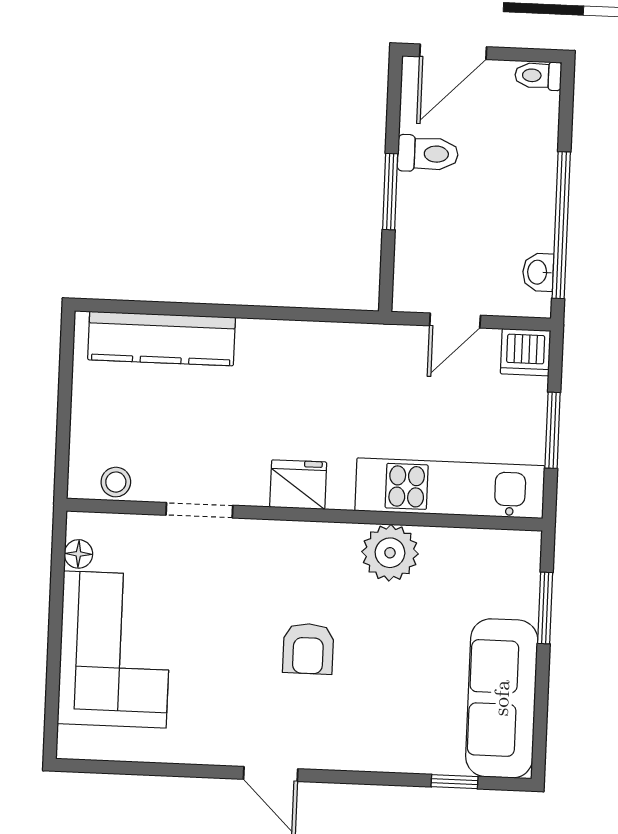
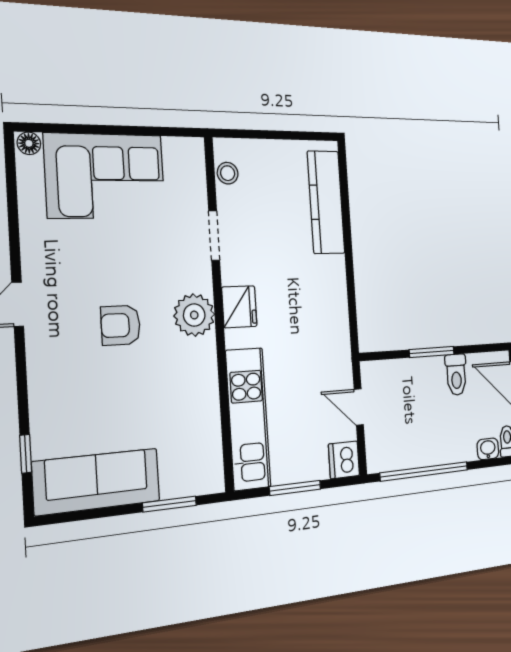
washbasin: (538, 272) -> (488, 449), moved
plant: (390, 553) -> (194, 315), moved
floor lamp: (78, 554) -> (29, 143), moved

